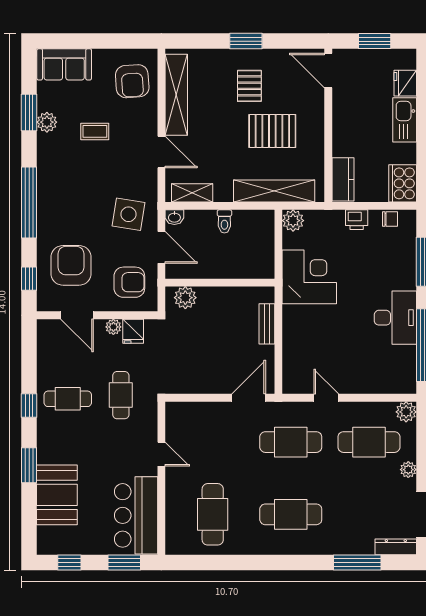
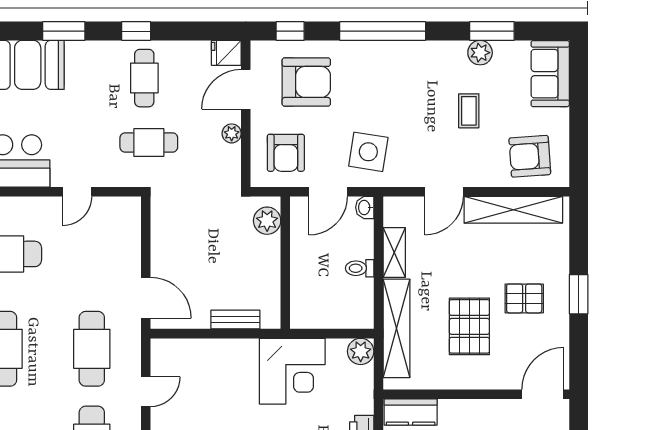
shelving: (192, 193) -> (394, 253), moved
fridge: (133, 331) -> (226, 53), moved

